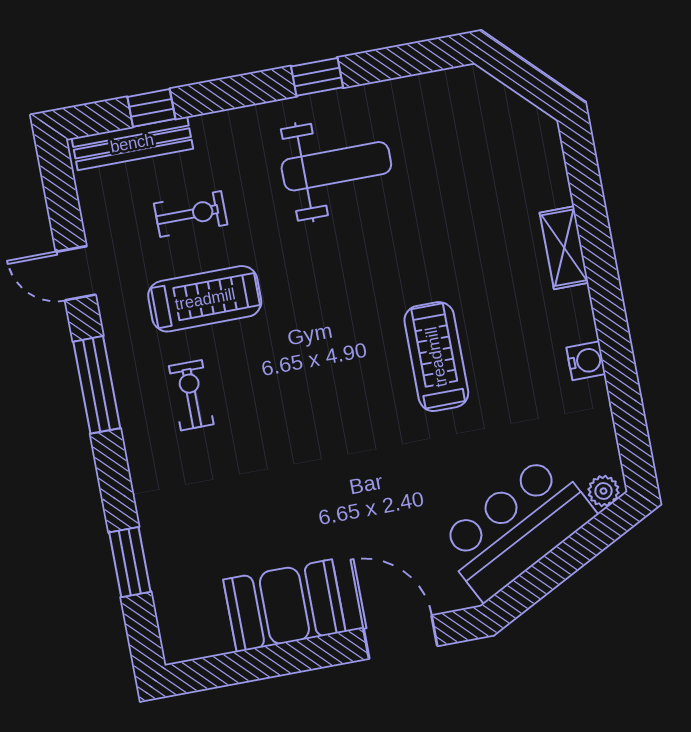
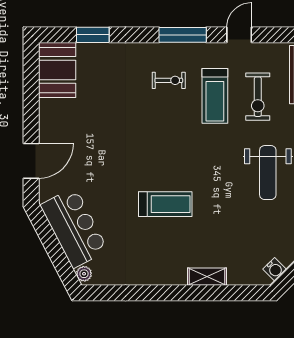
exercise bike: (191, 214) -> (258, 97), width x1.38, depth x1.39
water cooler: (586, 361) -> (275, 269), moved, turned -45
booth: (284, 606) -> (57, 70), moved

